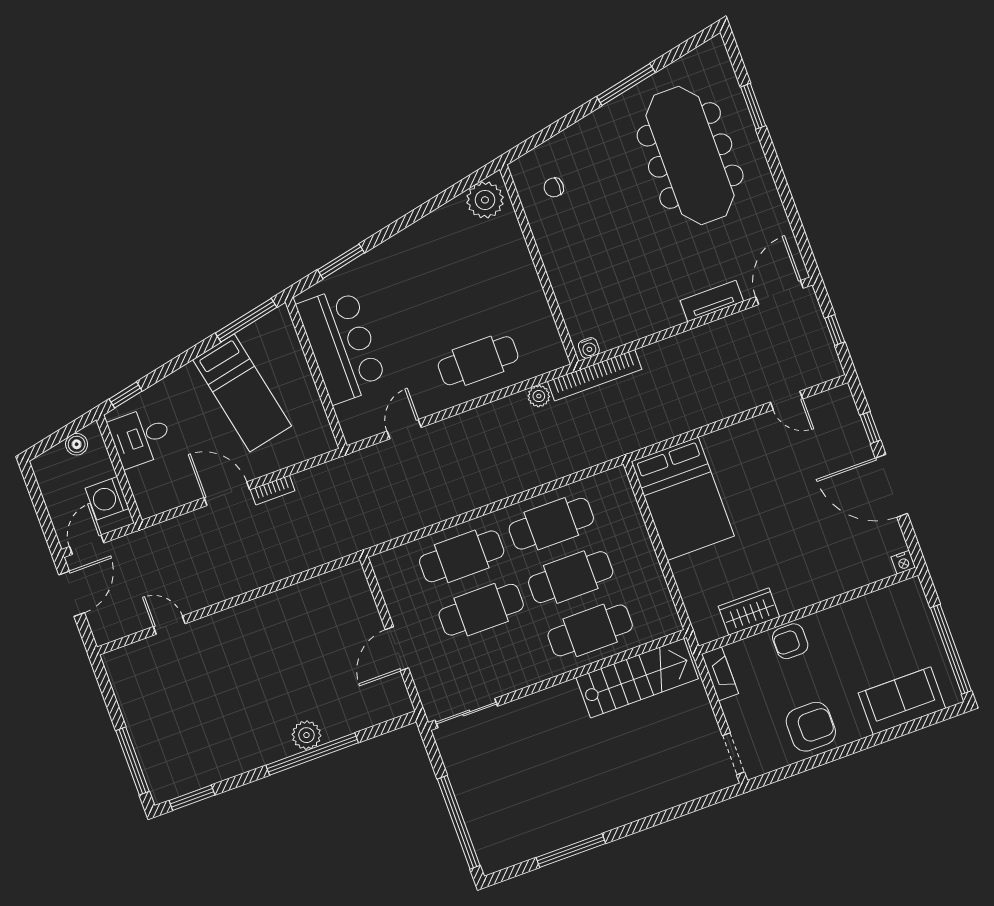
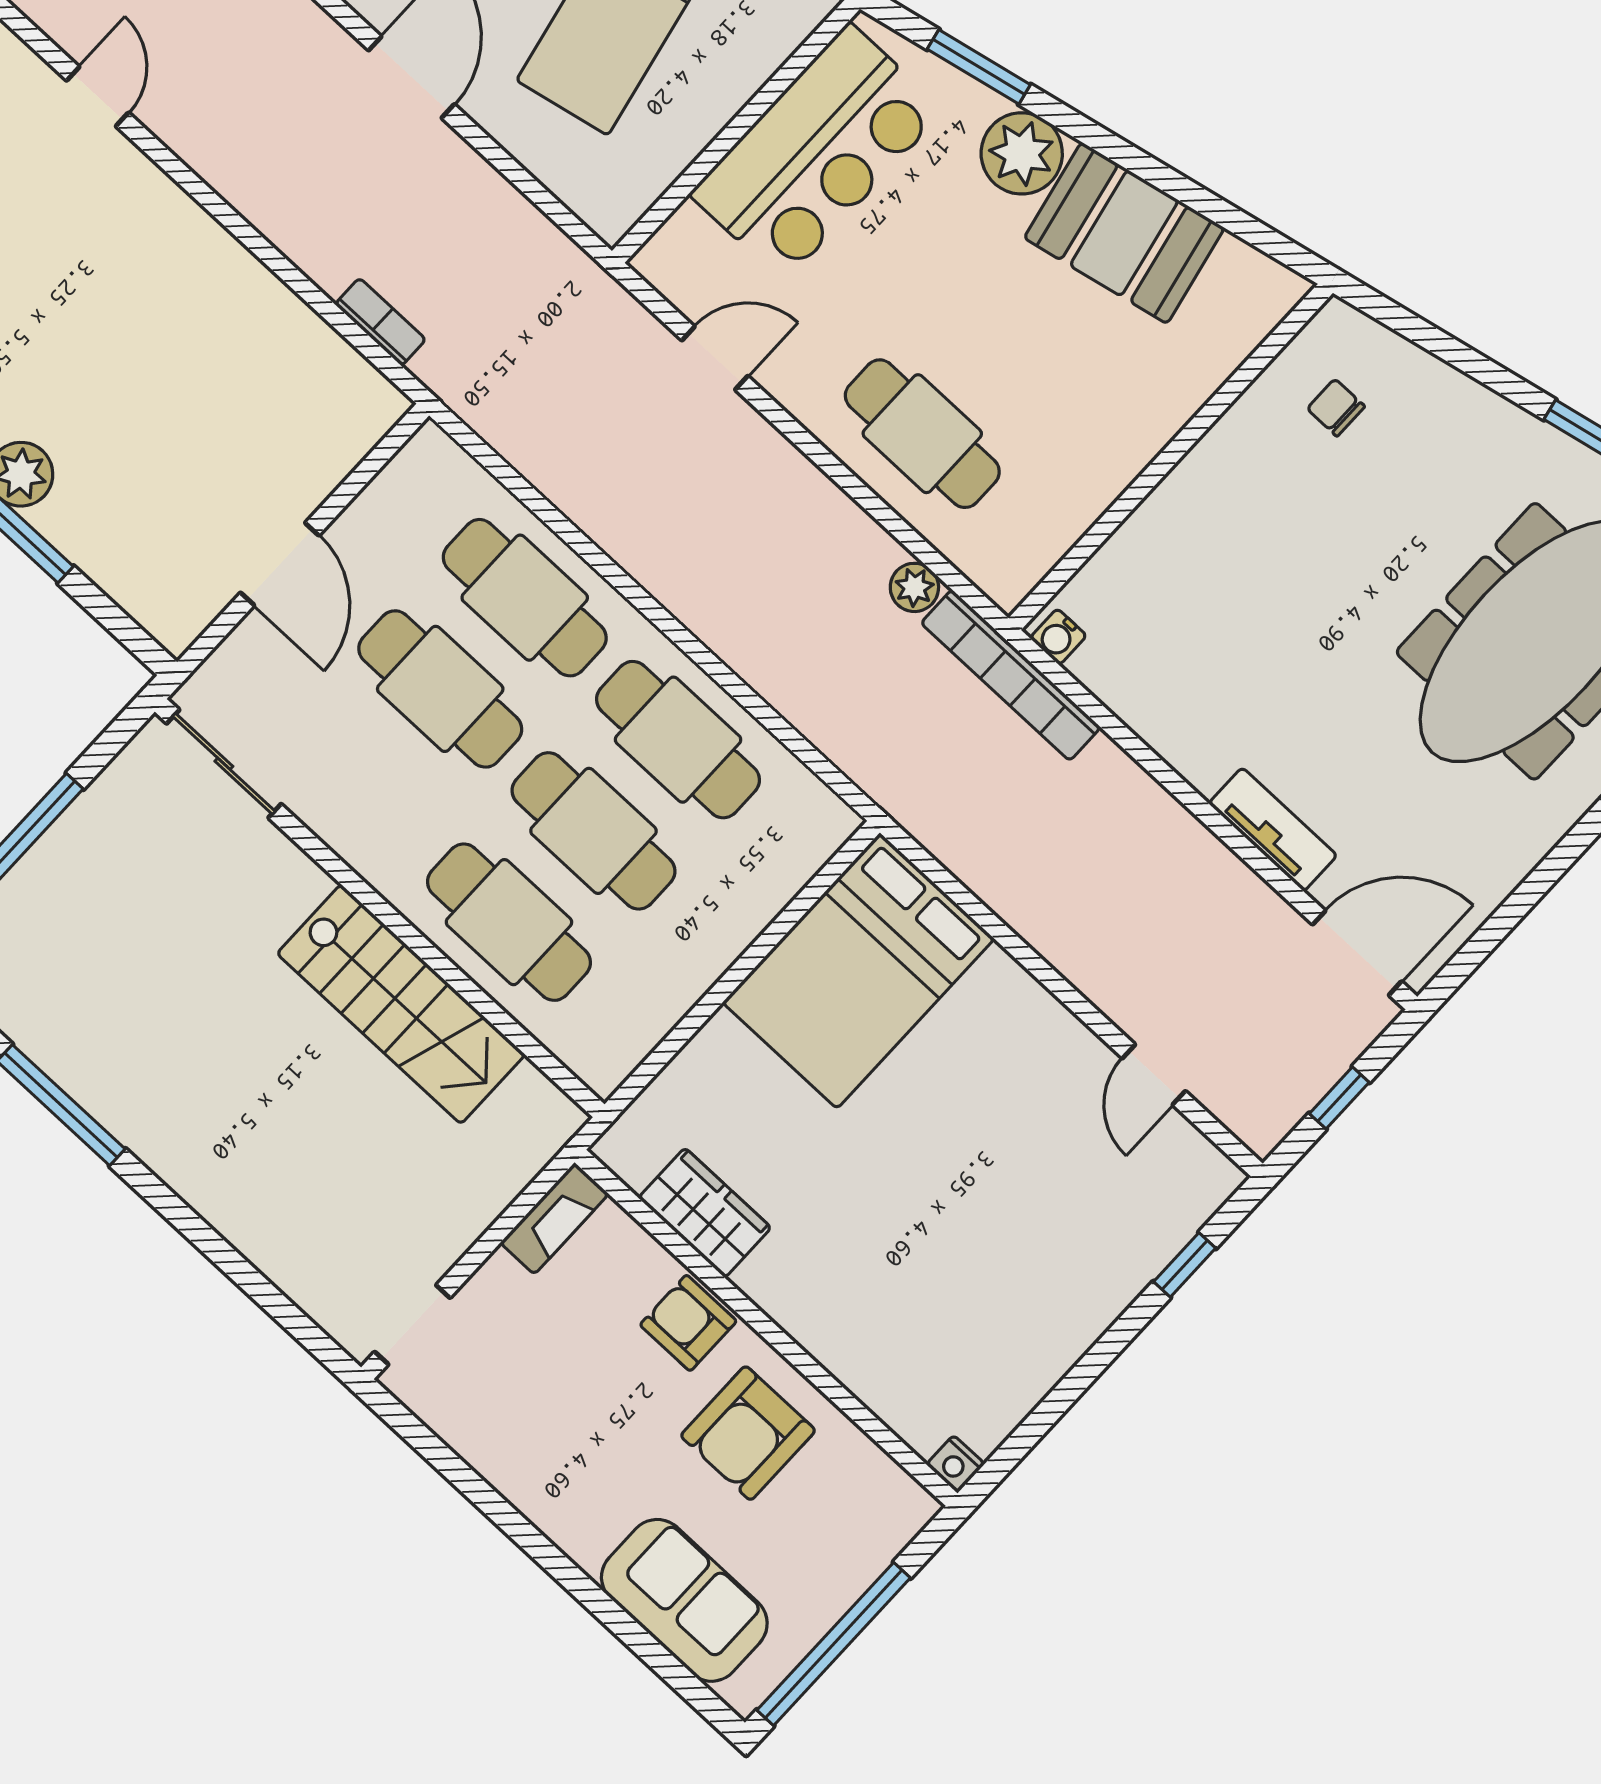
plant: (485, 200) -> (1022, 153), moved
booth: (439, 237) -> (1124, 233), added
door: (891, 486) -> (1093, 1364), removed
bookcase: (273, 490) -> (380, 322), moved, turned 180
door: (397, 649) -> (280, 564), swing flipped
stairs: (637, 678) -> (401, 1004), moved
armchair: (811, 727) -> (748, 1433), moved, turned 90

